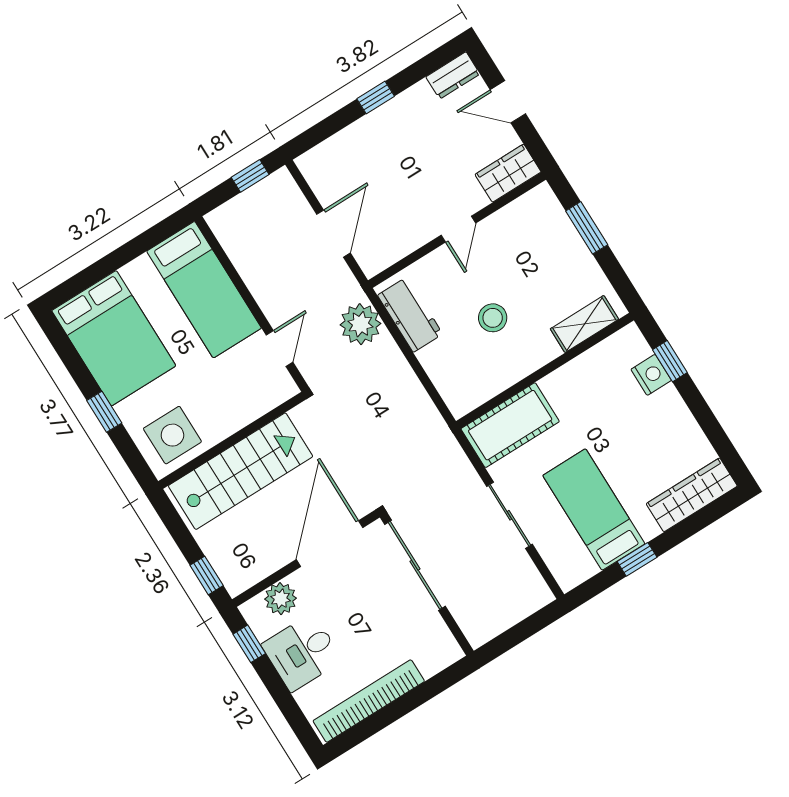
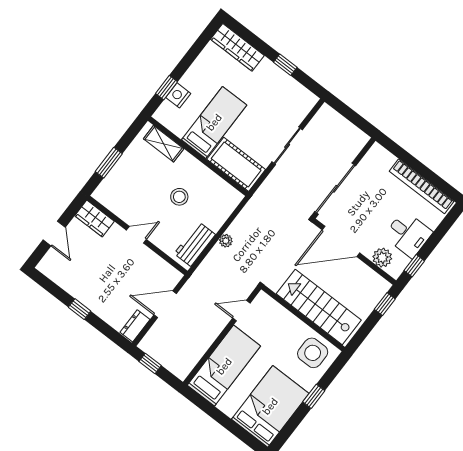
dresser: (453, 75) -> (135, 326), moved, turned -90
plant: (360, 324) -> (226, 241), moved, width x0.53, depth x0.53
bed: (594, 510) -> (214, 122), moved, turned 180

